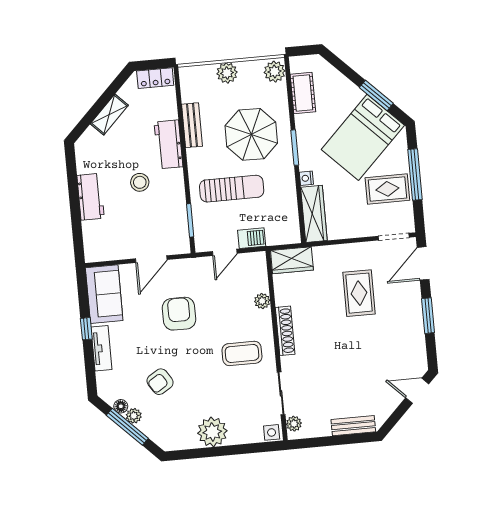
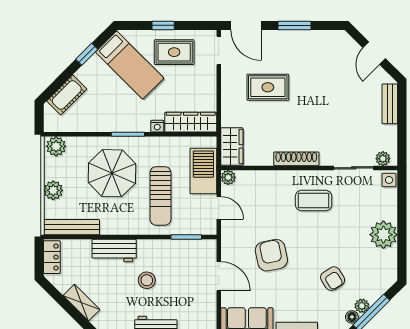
cot: (303, 93) -> (67, 95), moved, turned -45
window: (376, 95) -> (87, 54), width x0.67
bench: (192, 125) -> (72, 227), moved, width x1.36
bed: (363, 137) -> (130, 65), width x0.67
window: (415, 175) -> (163, 25), width x0.46
sun lounger: (232, 189) -> (160, 196), turned 180
rug: (387, 189) -> (174, 52), turned 90
barbecue: (252, 238) -> (203, 171), width x1.88, depth x1.53
plant: (262, 301) -> (228, 177), moved
armchair: (179, 314) -> (271, 255), turned 78
coffee table: (242, 353) -> (314, 201), turned 90
door: (417, 391) -> (374, 53), moved

